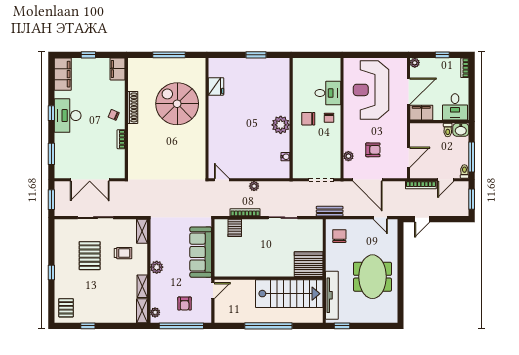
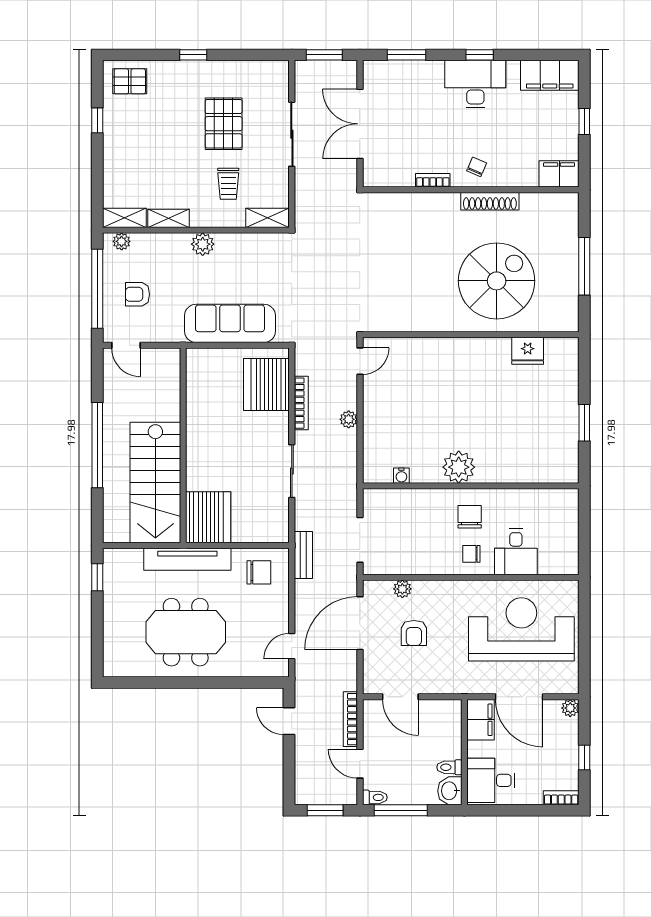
server rack: (235, 228) -> (266, 384), width x2.18, depth x1.44
pallet: (90, 256) -> (224, 124), turned 90
door: (213, 291) -> (126, 345), moved
tv unit: (332, 295) -> (187, 559), moved

